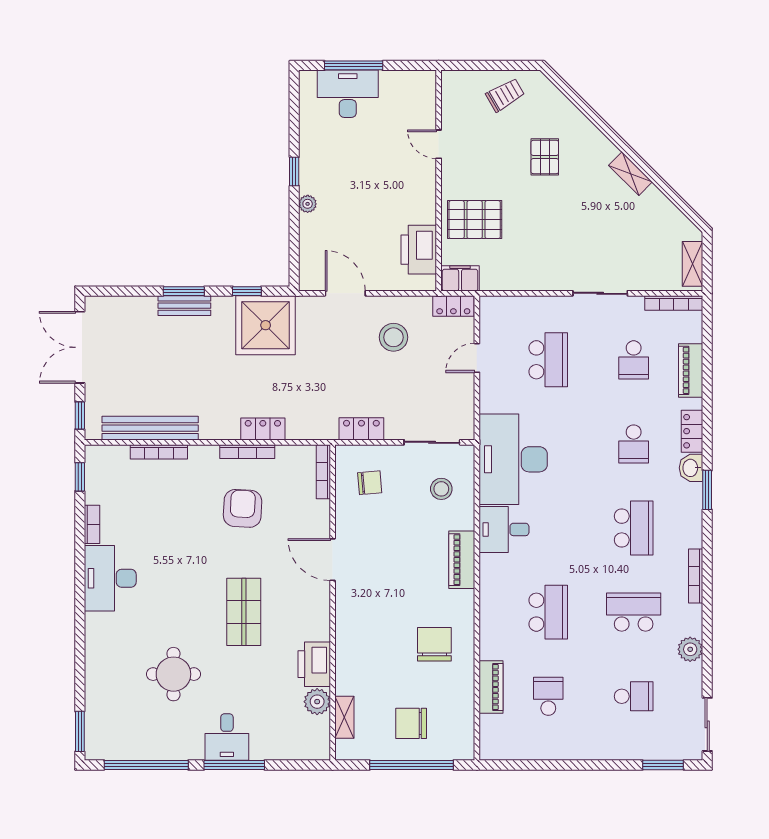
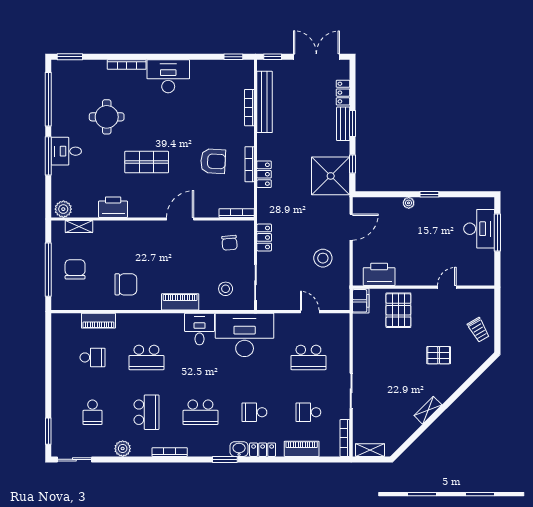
locker: (453, 306) -> (343, 93), moved
bookcase: (92, 524) -> (127, 65), moved, width x1.56
plant: (317, 702) -> (63, 209), moved

